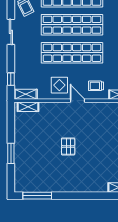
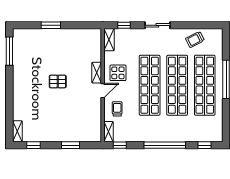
sliding door: (11, 32) -> (157, 25), moved
shelving: (28, 107) -> (97, 73), moved

